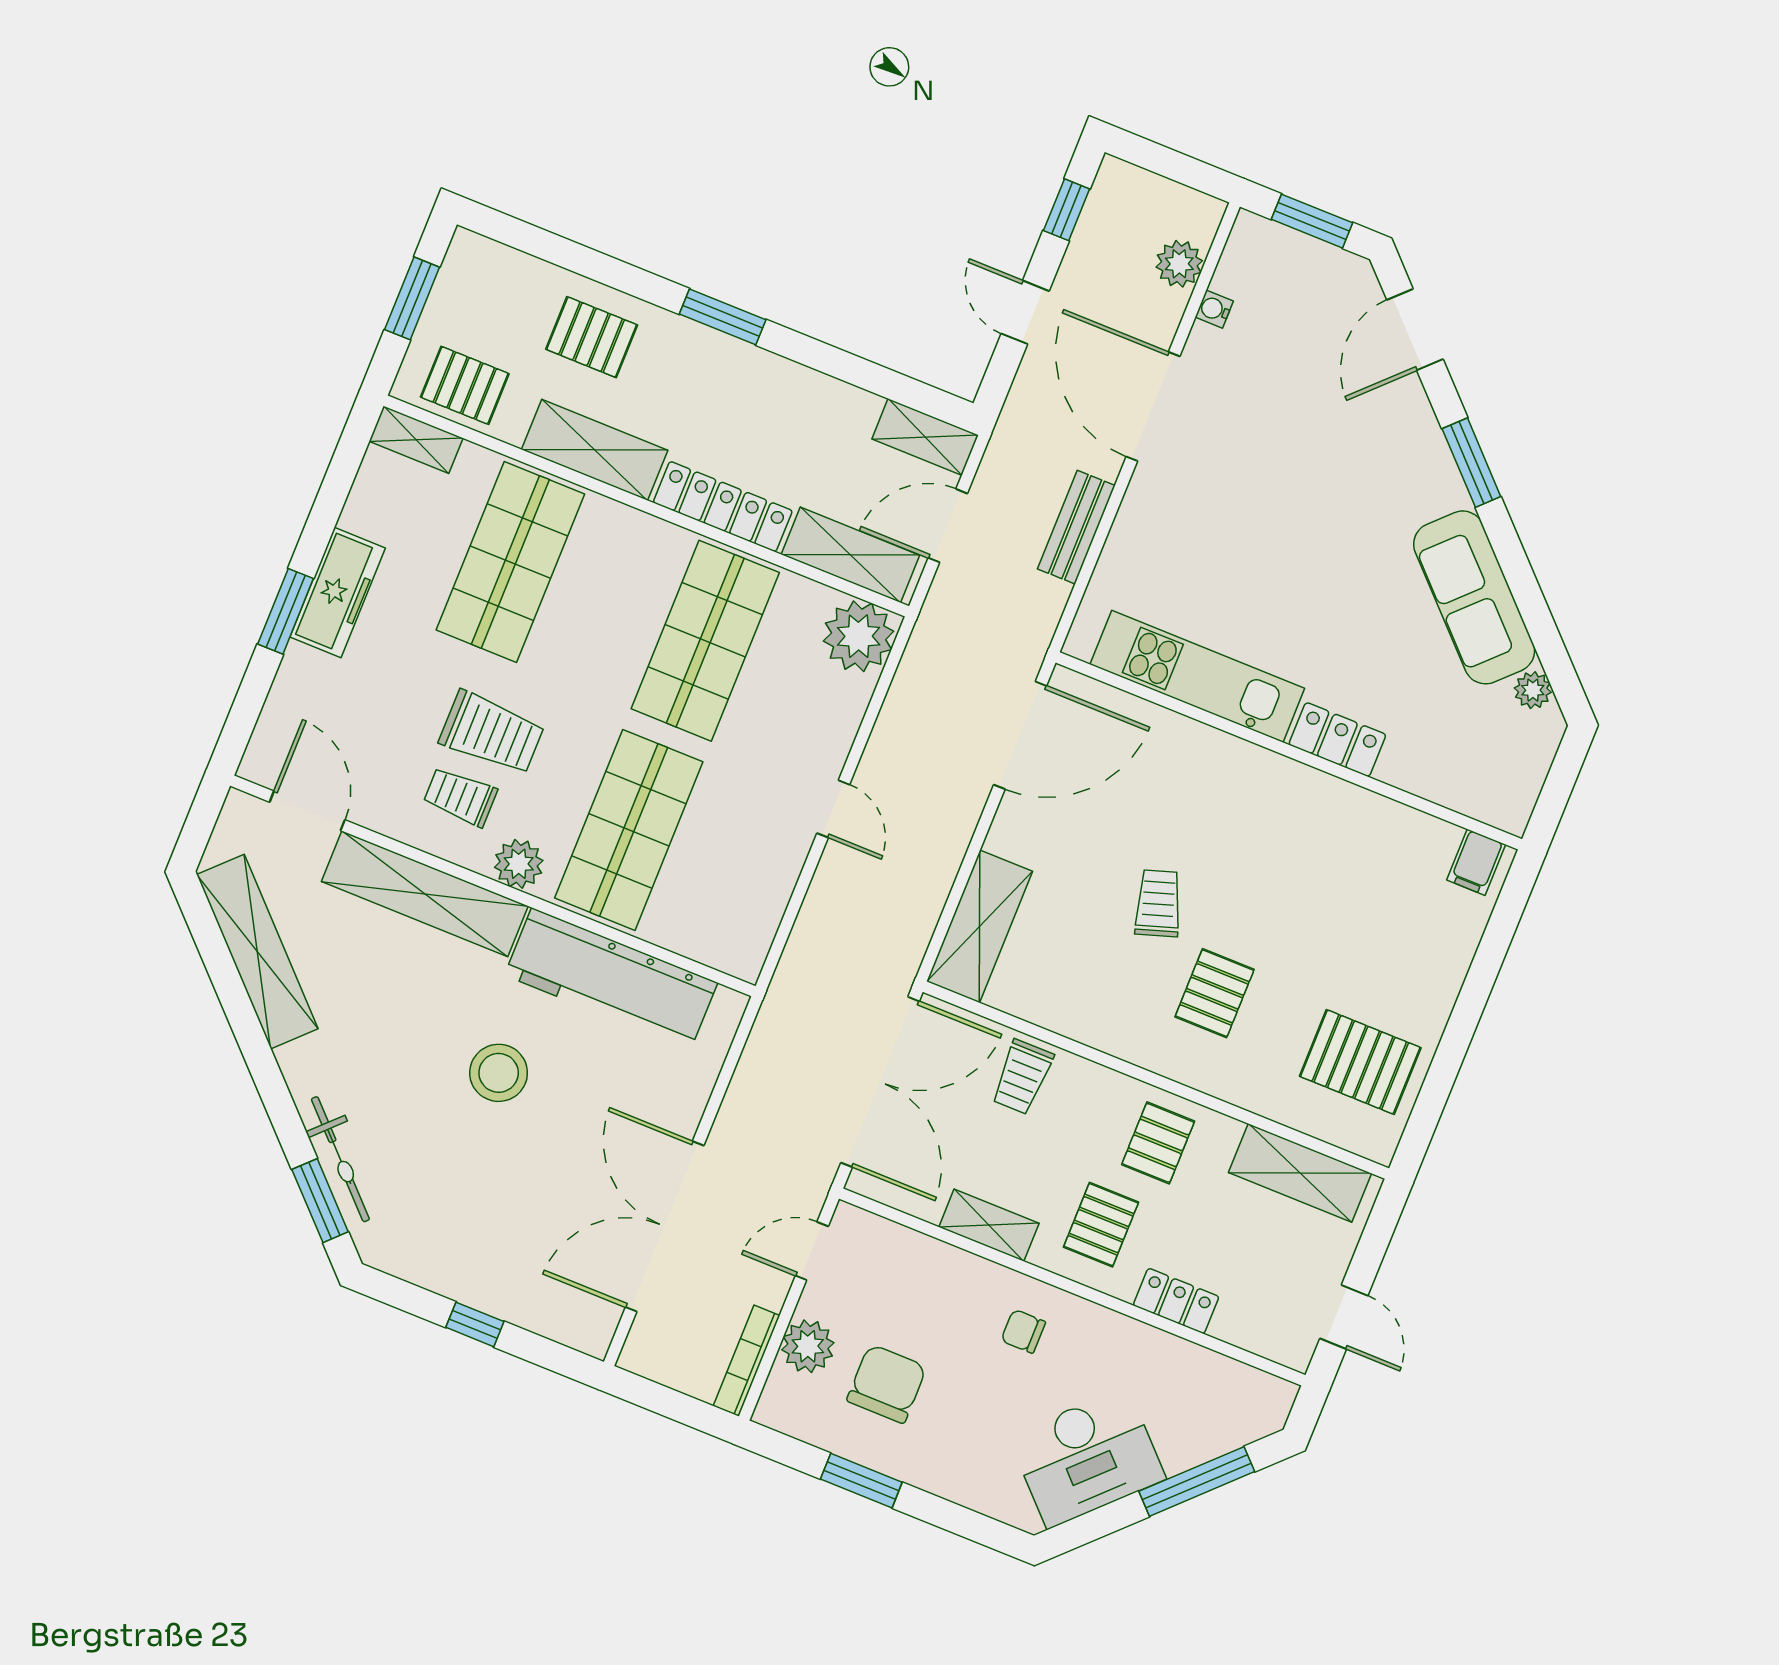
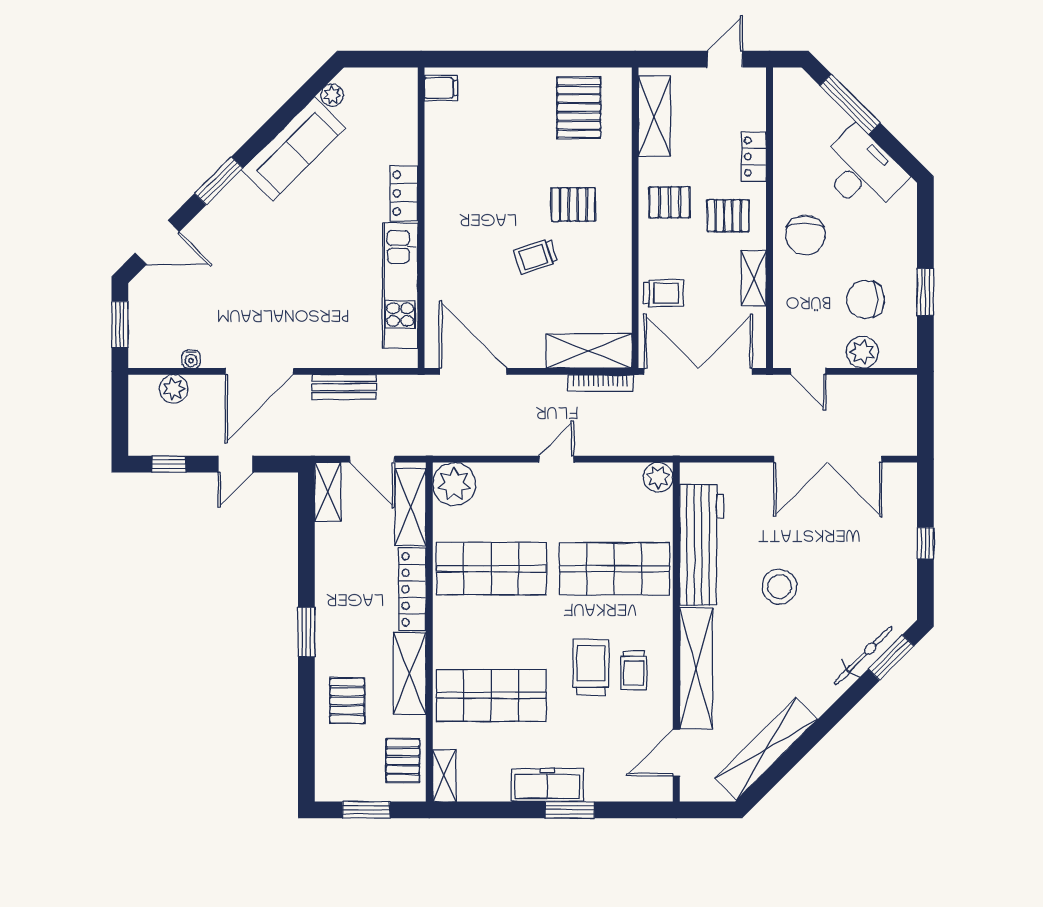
plant: (519, 864) -> (658, 477), moved
chair: (1023, 1331) -> (805, 235), width x1.87, depth x1.87
bookcase: (747, 1361) -> (601, 383), moved

